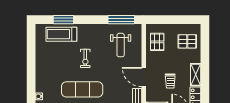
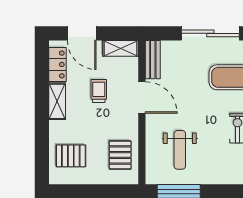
weight bench: (121, 45) -> (180, 150), turned 180

